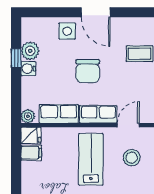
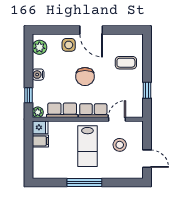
plant: (30, 51) -> (39, 47), moved
window: (16, 58) -> (28, 95), moved
lab bench: (91, 159) -> (87, 146), turned 180

